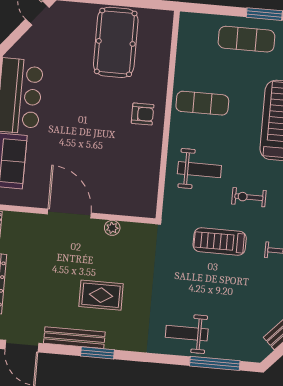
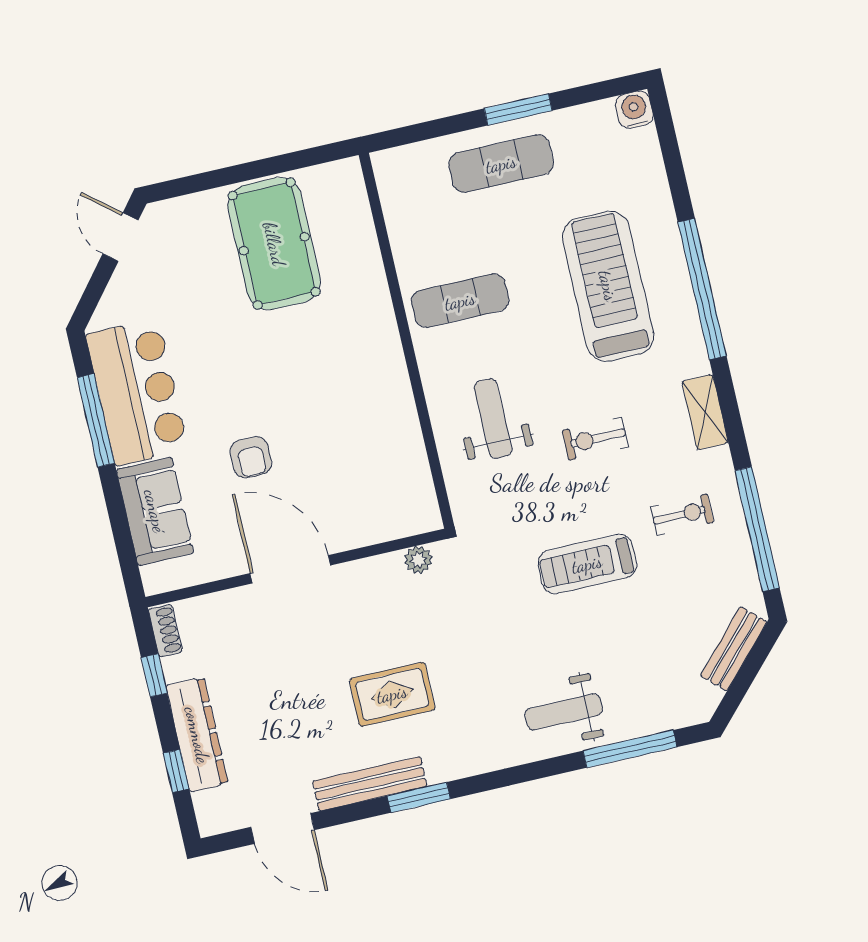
armchair: (143, 114) -> (251, 457), moved, turned 90
weight bench: (199, 170) -> (493, 419), turned -90
plant: (112, 228) -> (418, 560), moved
treadmill: (220, 242) -> (587, 564), moved

